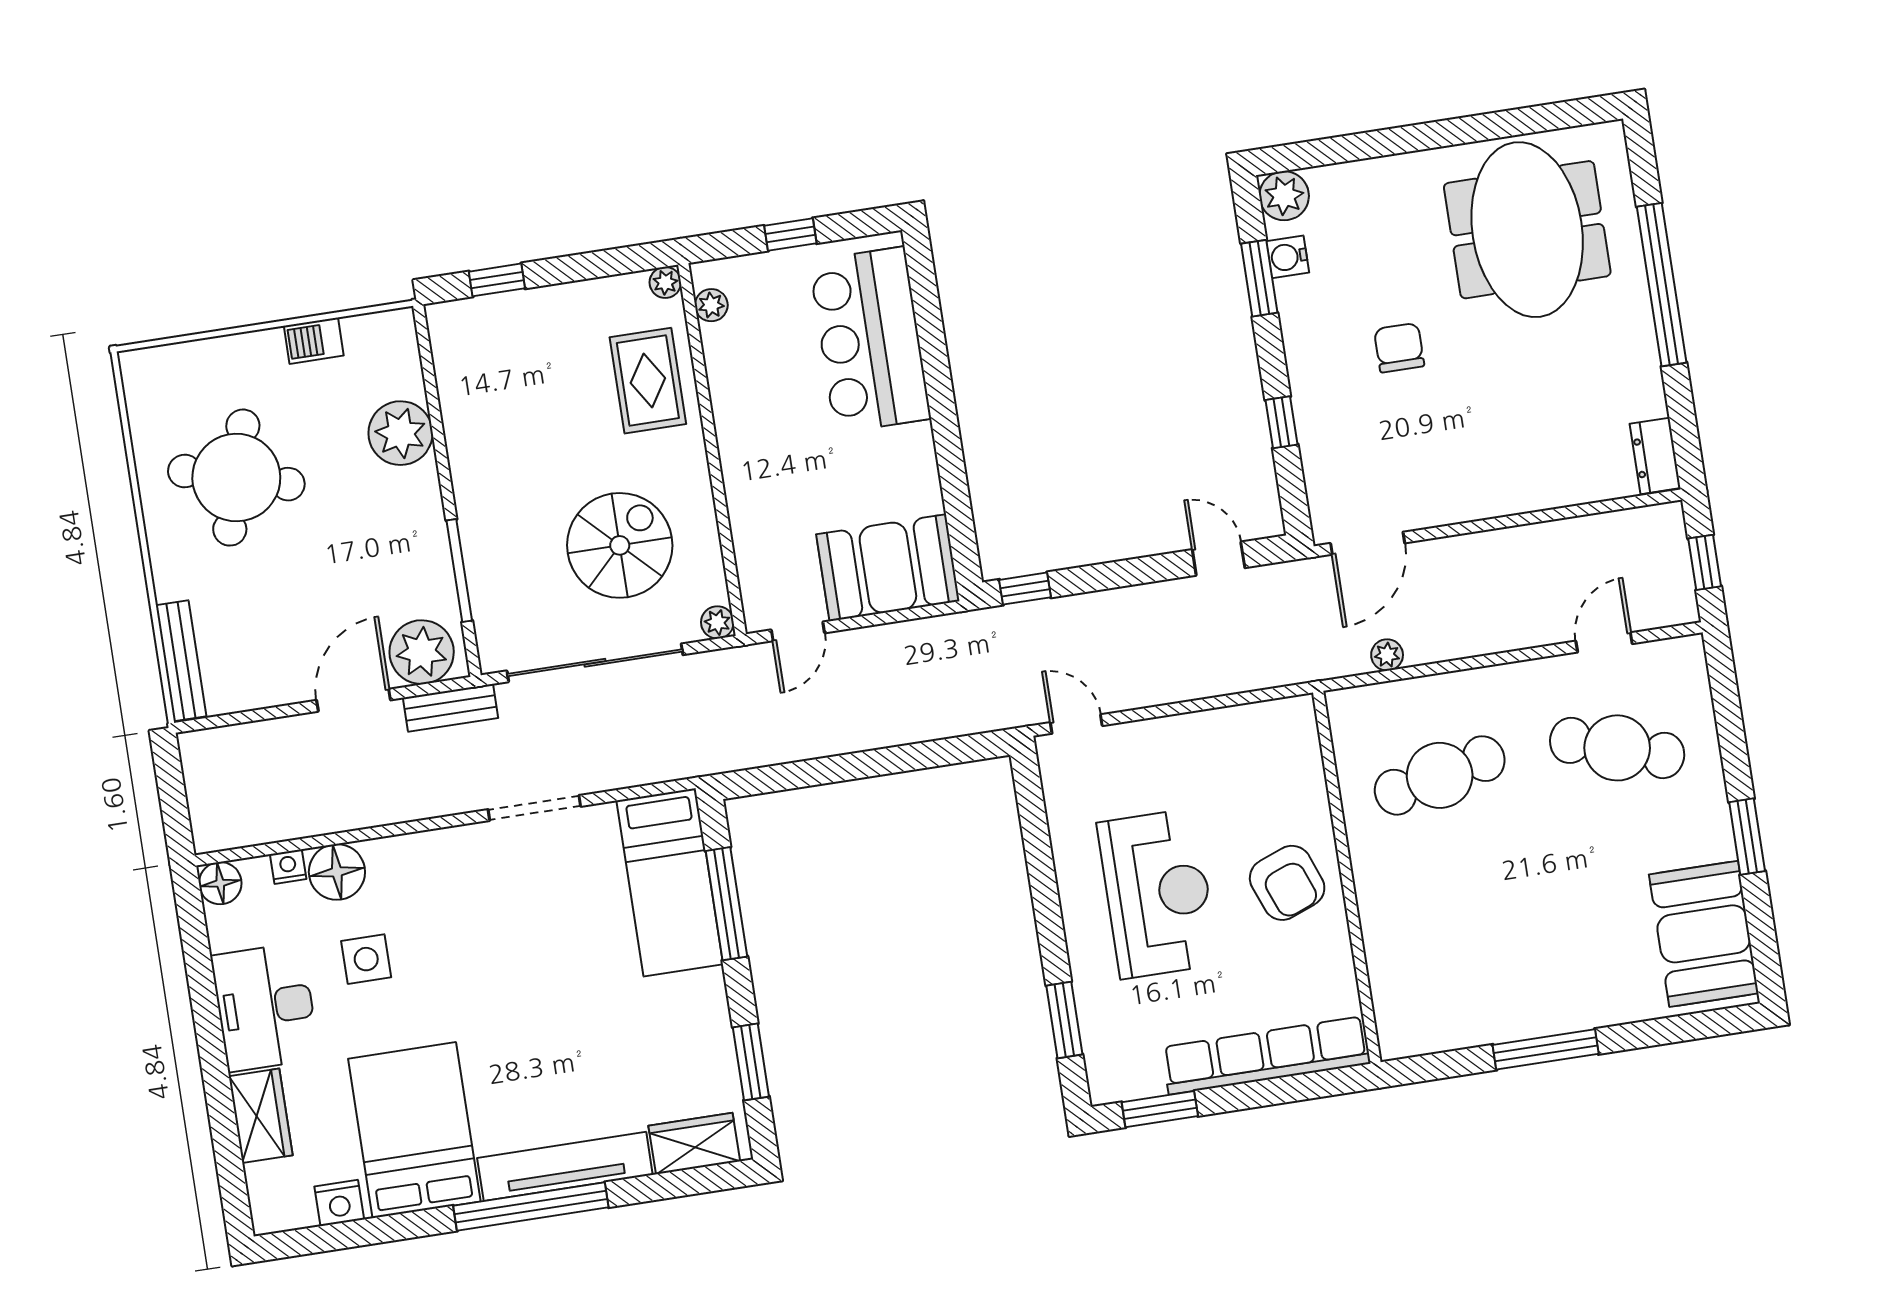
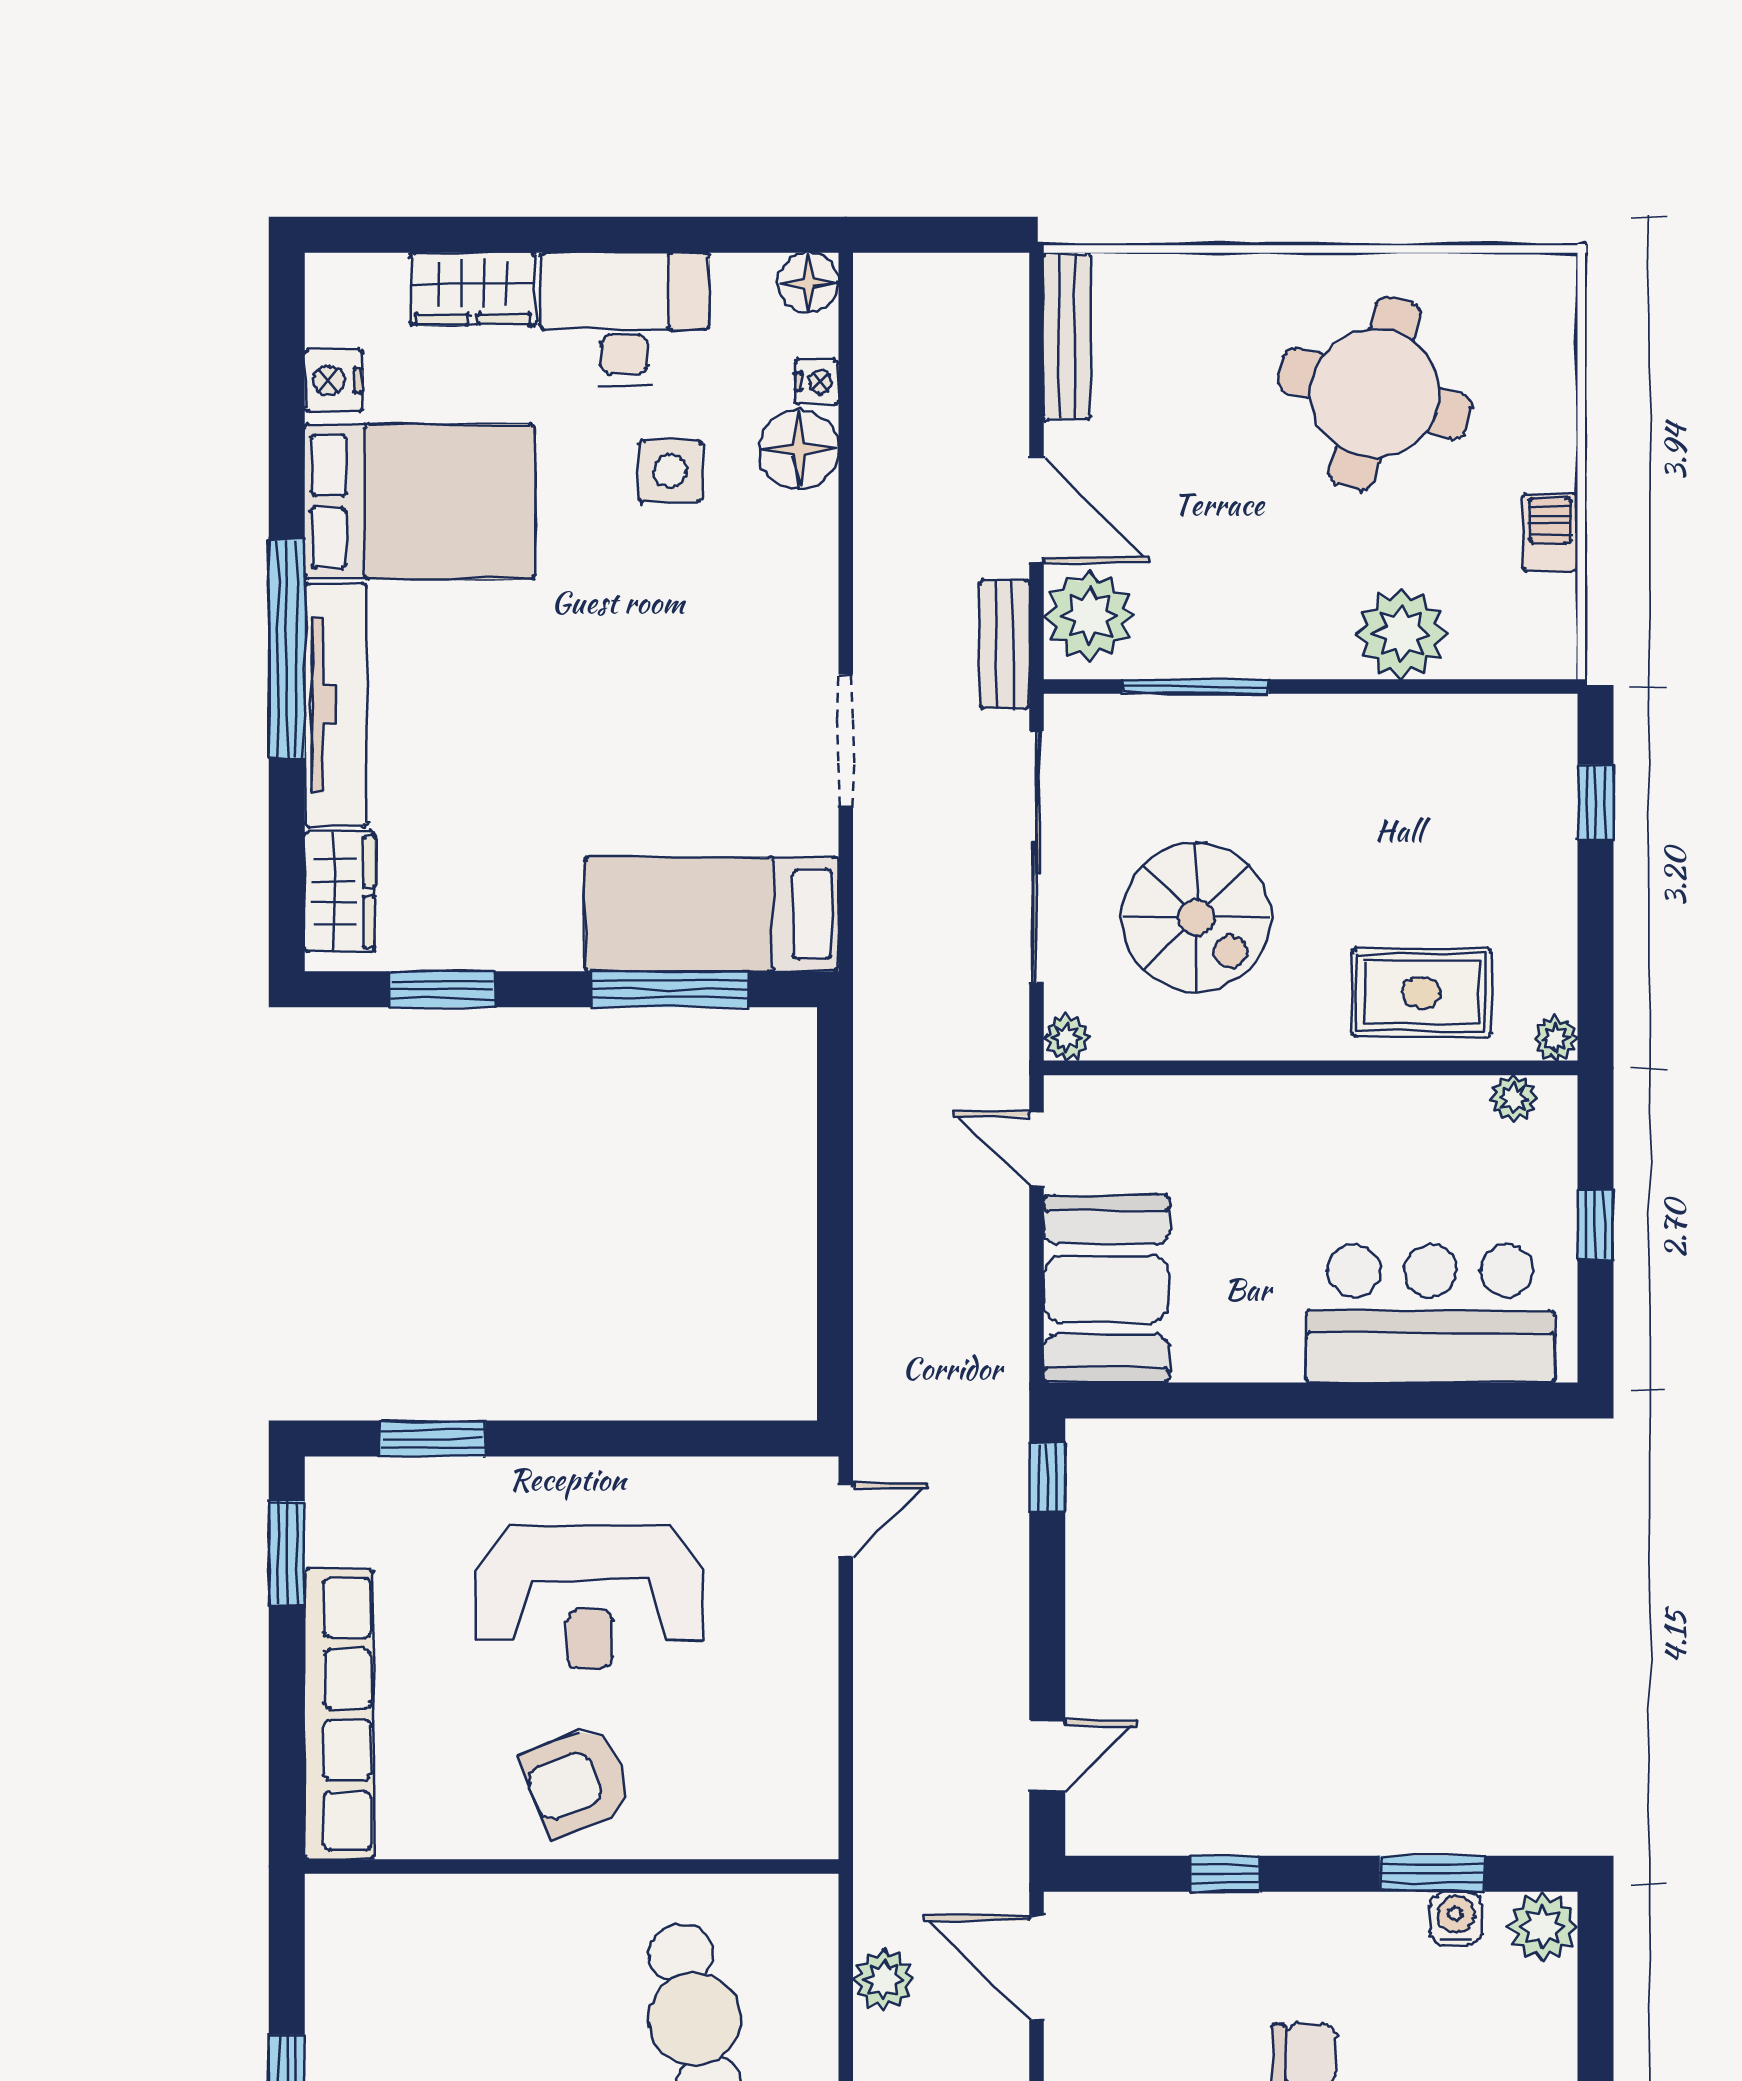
plant: (1387, 655) -> (884, 1980), width x1.38, depth x1.38
bench: (181, 661) -> (1067, 336), moved, turned 90

